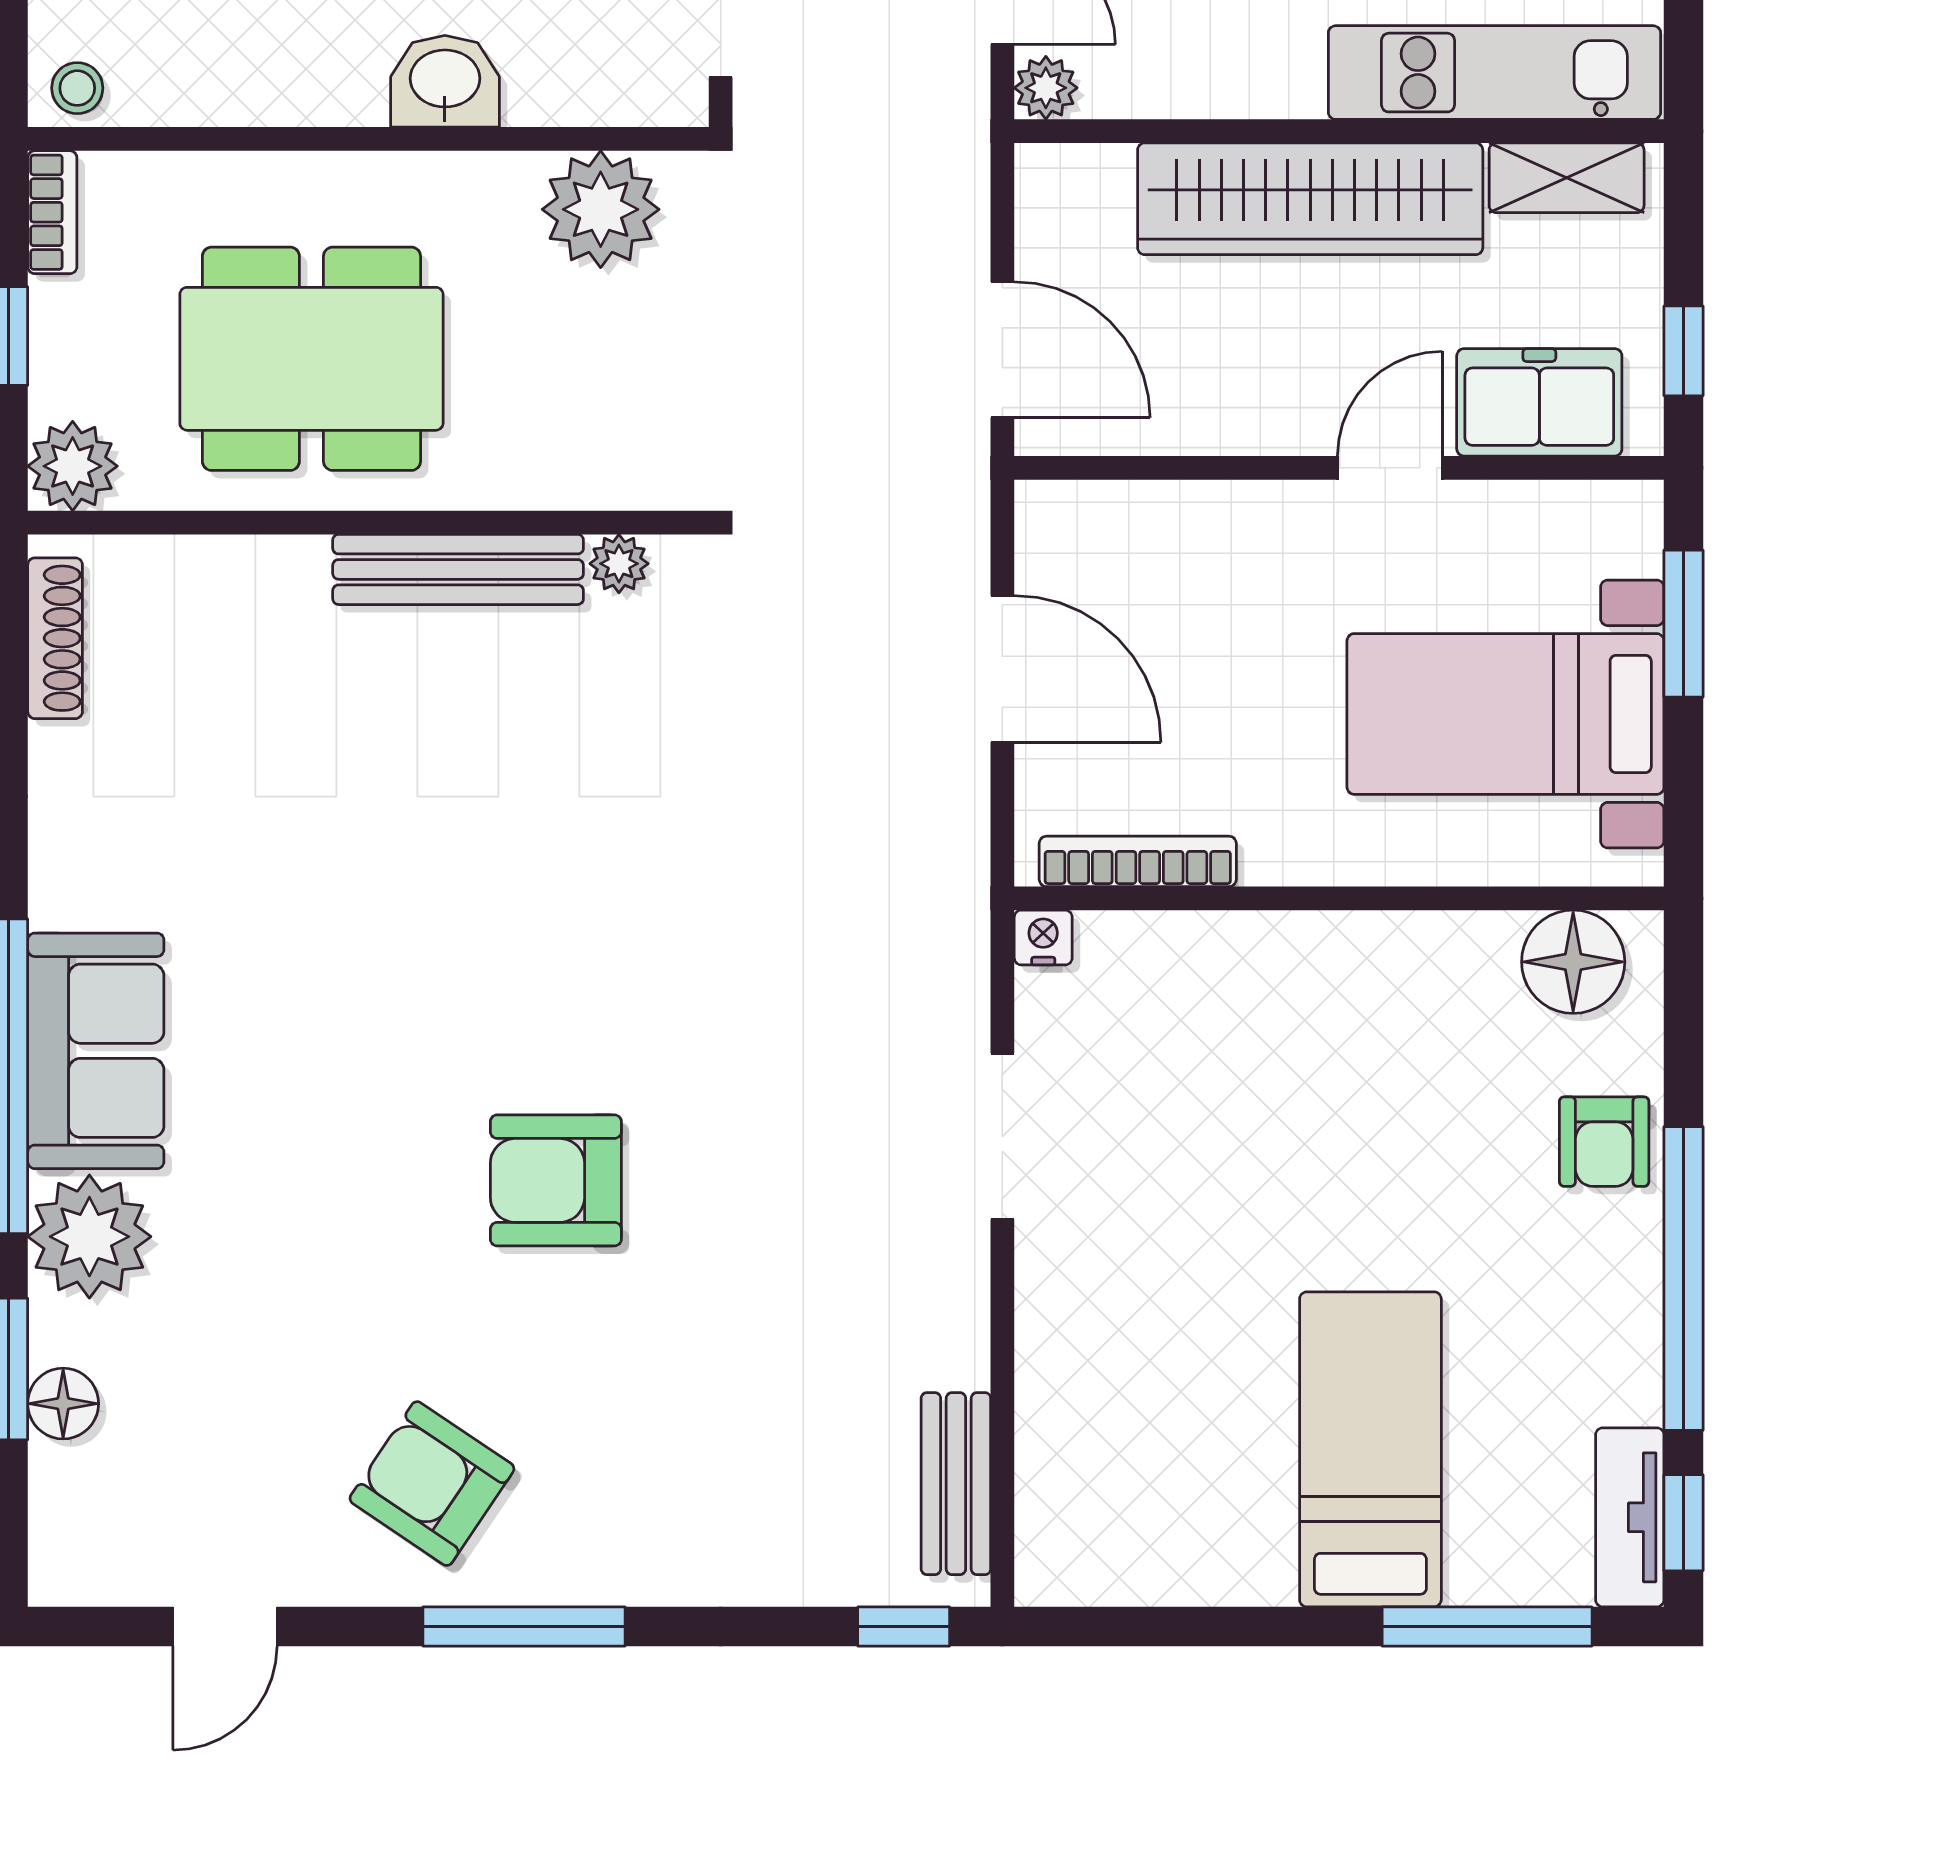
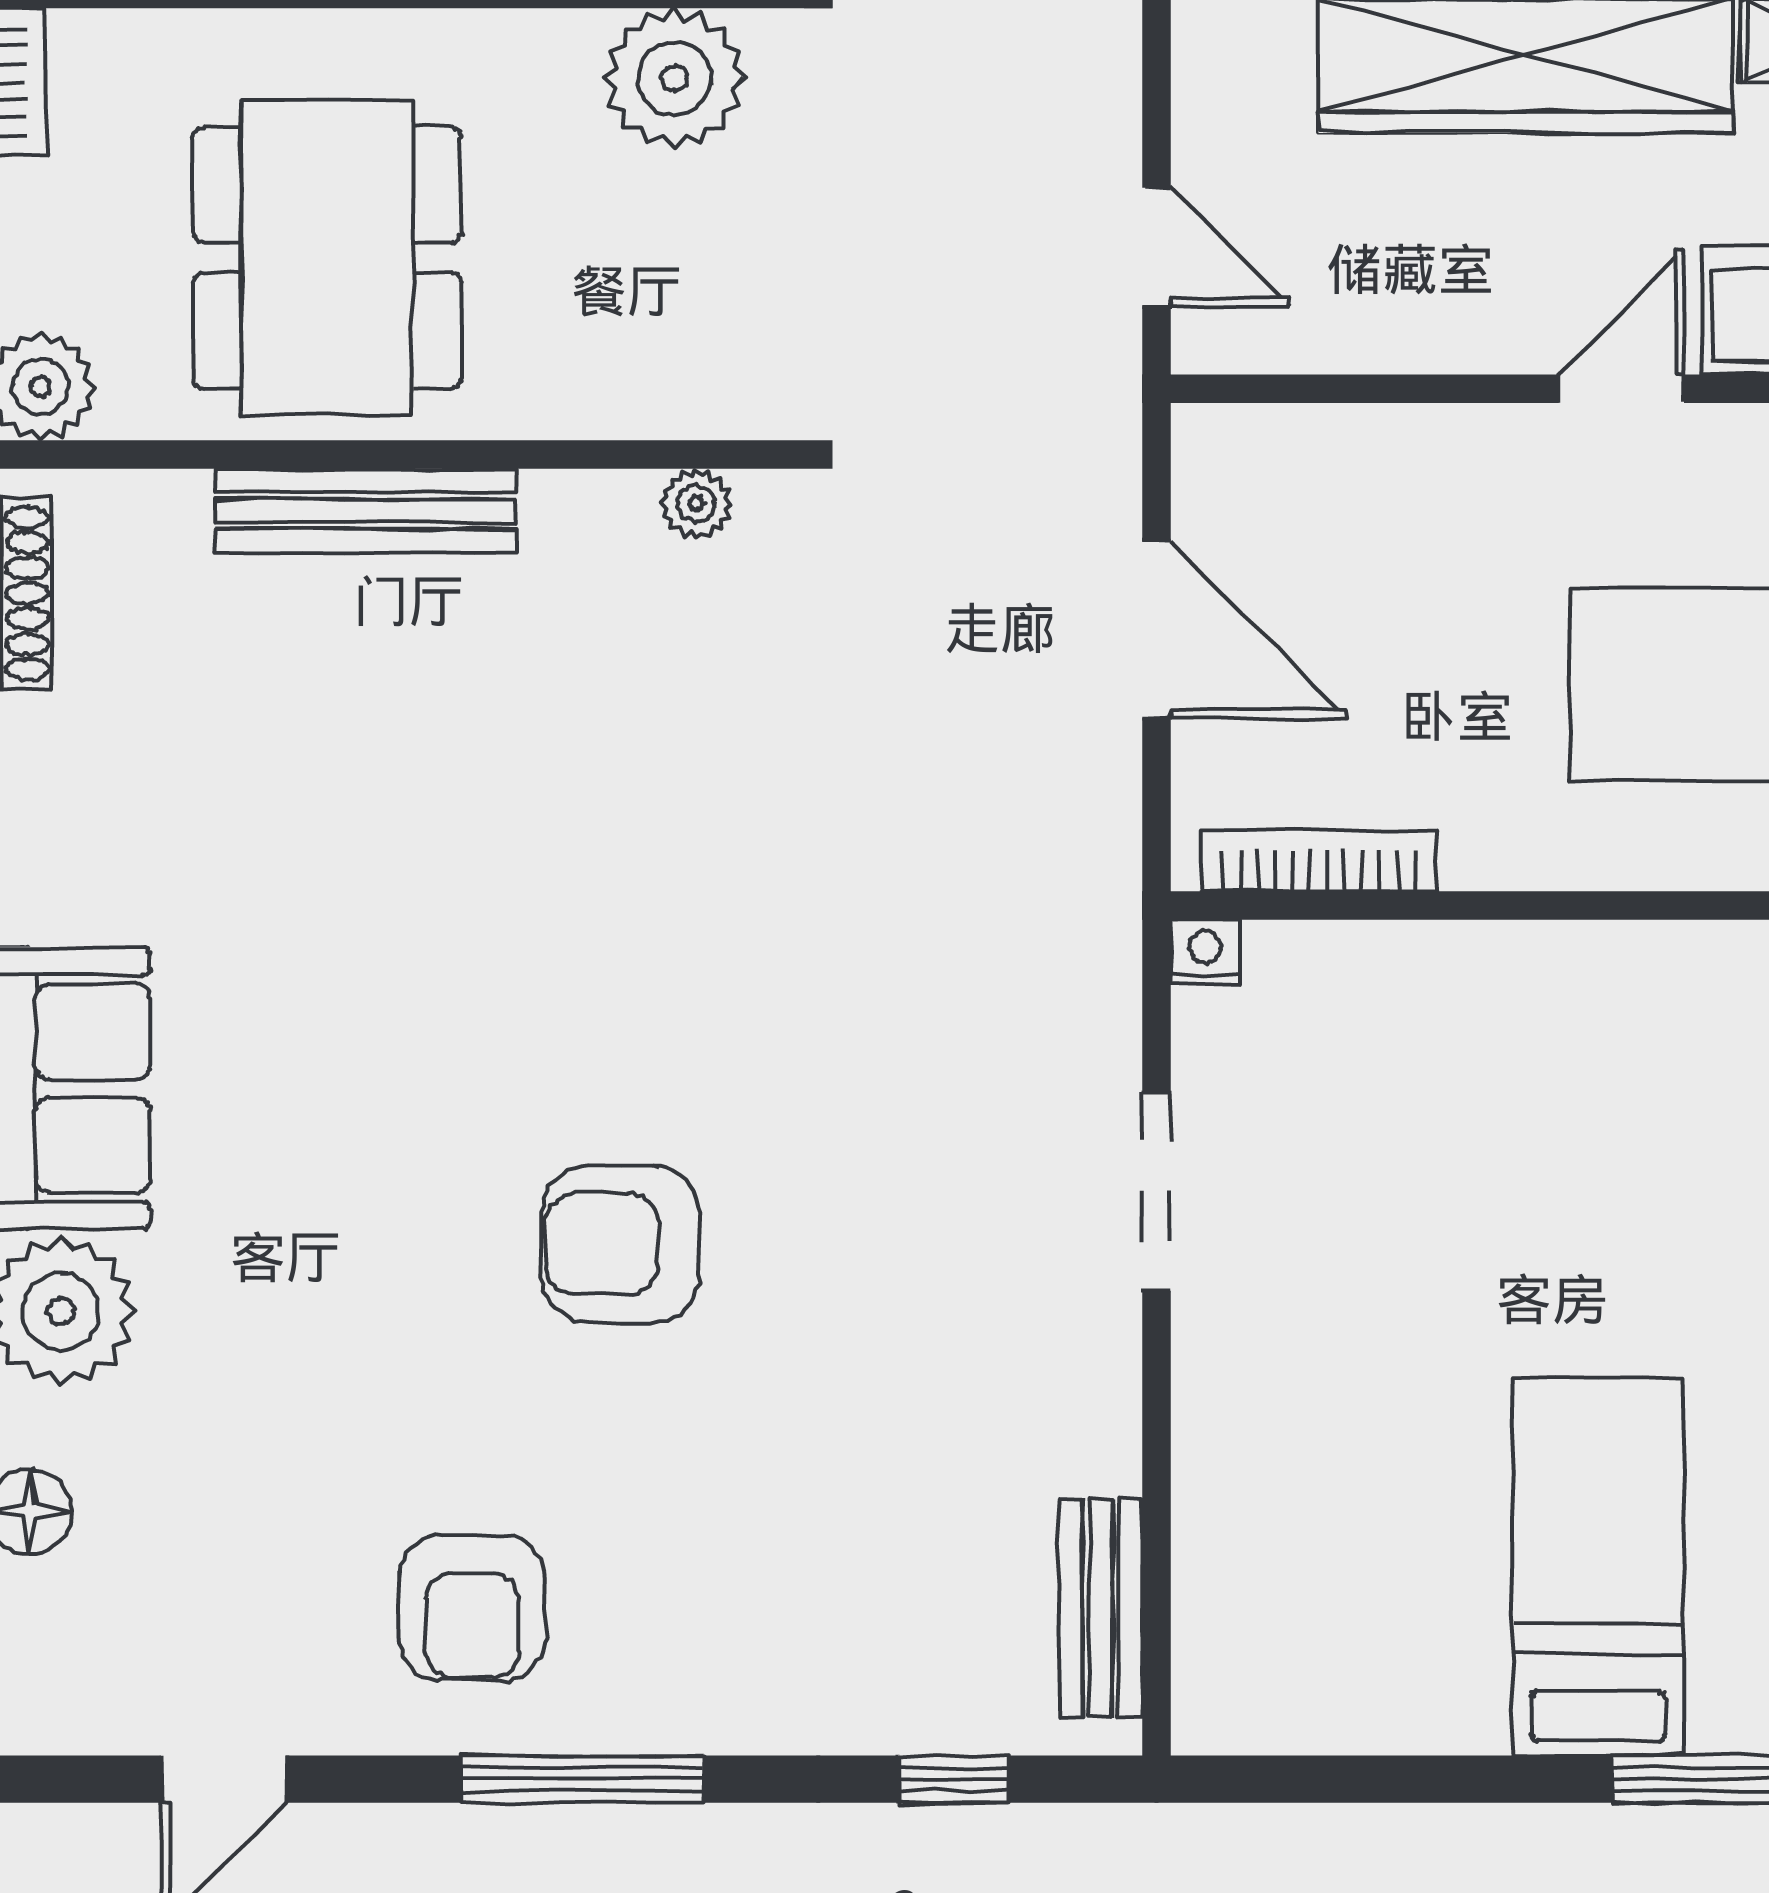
door: (1002, 350) -> (1156, 247), width x0.73
dining table: (311, 359) -> (327, 258), turned 90
bench: (458, 569) -> (366, 511), moved
armchair: (432, 1484) -> (472, 1608), turned -124
window: (904, 1626) -> (953, 1779), moved

